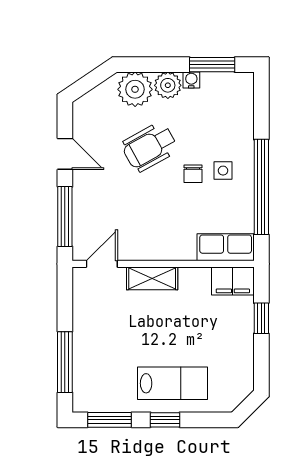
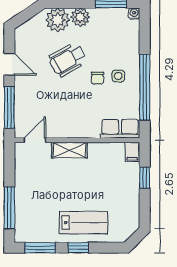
water cooler: (191, 80) -> (134, 14), moved
filing cabinet: (233, 281) -> (132, 152), width x0.50

